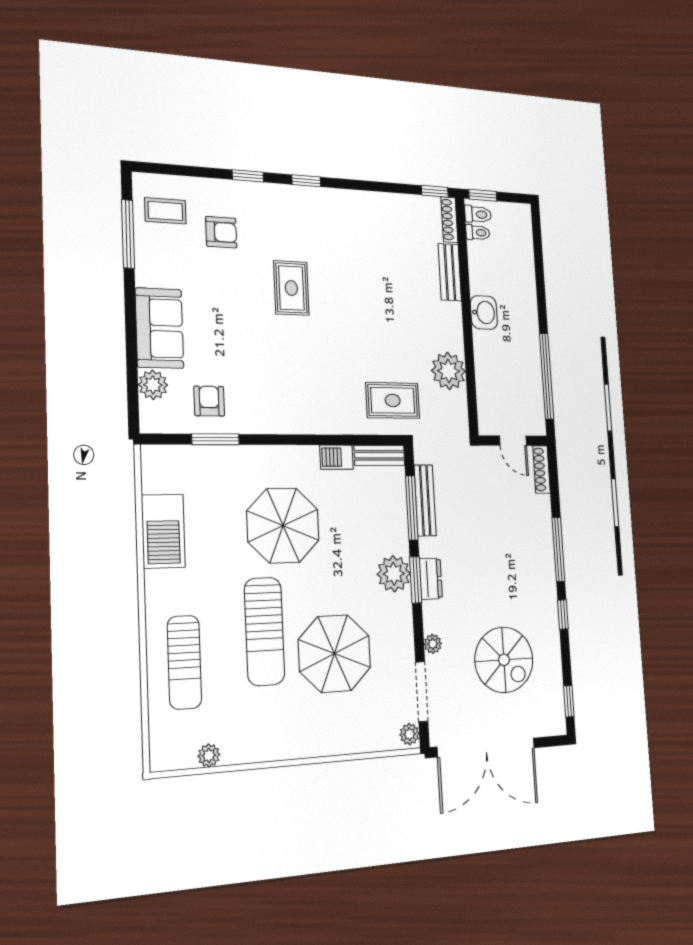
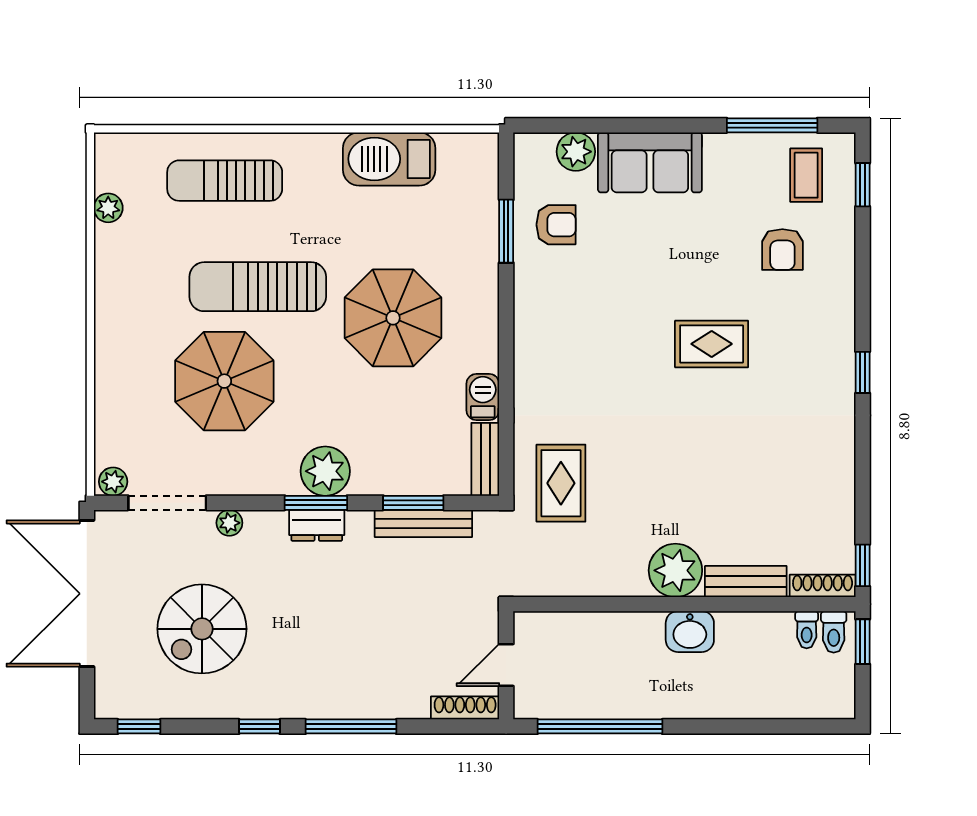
window: (248, 176) -> (863, 185), moved
plant: (449, 371) -> (675, 570), moved
window: (412, 508) -> (413, 503), width x0.69

